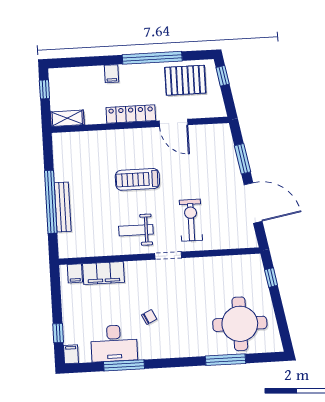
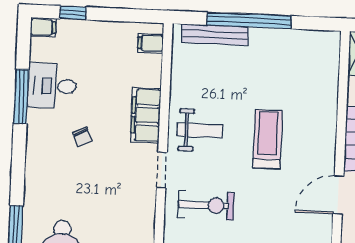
bench: (63, 207) -> (215, 35), moved
weight bench: (136, 230) -> (200, 130), turned 90
filing cabinet: (104, 273) -> (146, 115), moved
desk: (114, 343) -> (52, 86), width x0.73

